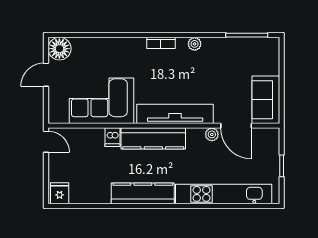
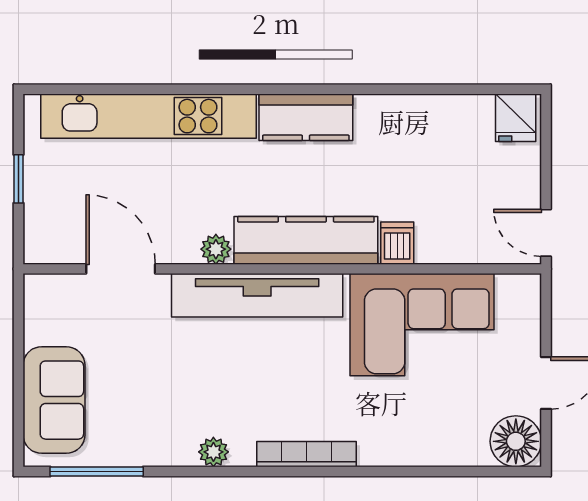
bookcase: (161, 43) -> (307, 454), width x1.56
sofa: (266, 100) -> (54, 400), moved
plant: (212, 134) -> (216, 249), moved
kitchen counter: (143, 193) -> (306, 117), width x0.67

